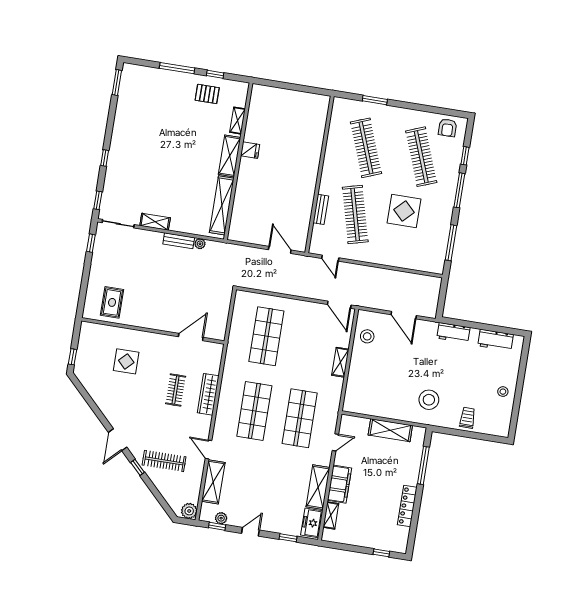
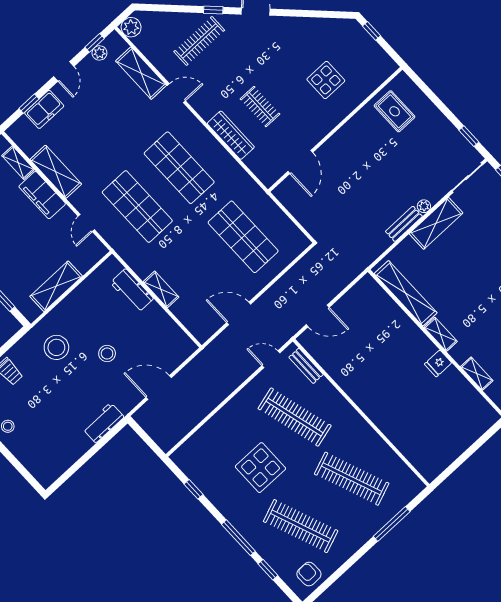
window: (375, 100) -> (392, 524), width x1.44
shelving: (230, 156) -> (441, 334), width x0.67, depth x0.75
bench: (321, 209) -> (306, 366), moved
shelving: (155, 222) -> (436, 223), width x1.50, depth x1.33
window: (451, 243) -> (193, 489), width x0.46
plant: (200, 244) -> (424, 206), moved
door: (339, 305) -> (239, 313), moved
stool: (367, 336) -> (107, 354), moved
workbench: (496, 340) -> (132, 291), moved, turned -90
freezer: (312, 523) -> (44, 109), moved, turned 90

